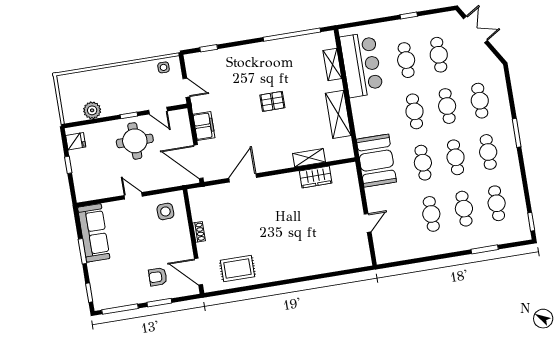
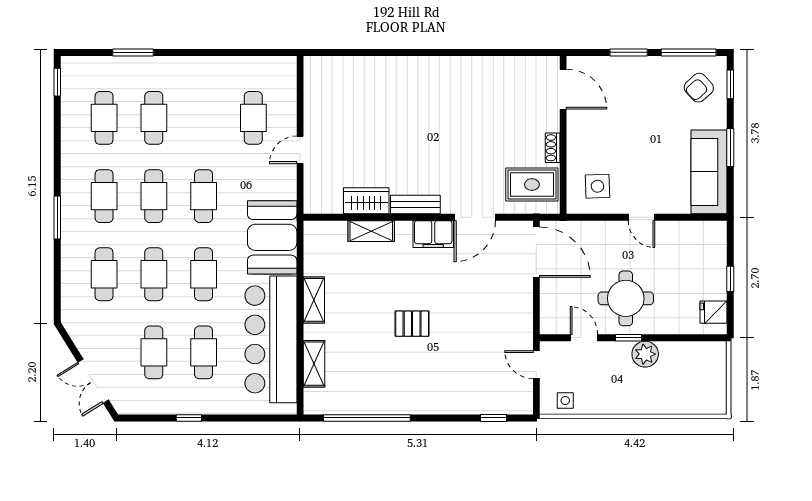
bar counter: (361, 65) -> (271, 339), width x1.36
plant: (92, 110) -> (645, 354), moved
shelving: (338, 114) -> (314, 300), width x0.67, depth x0.75
filing cabinet: (204, 126) -> (433, 234), moved, turned -90
booth: (376, 161) -> (272, 237), moved
bench: (283, 180) -> (415, 205), added
cafe table: (431, 214) -> (253, 118), moved
door: (368, 223) -> (300, 150), moved
rug: (237, 269) -> (532, 185), moved
armchair: (158, 277) -> (699, 88), moved, turned 138

